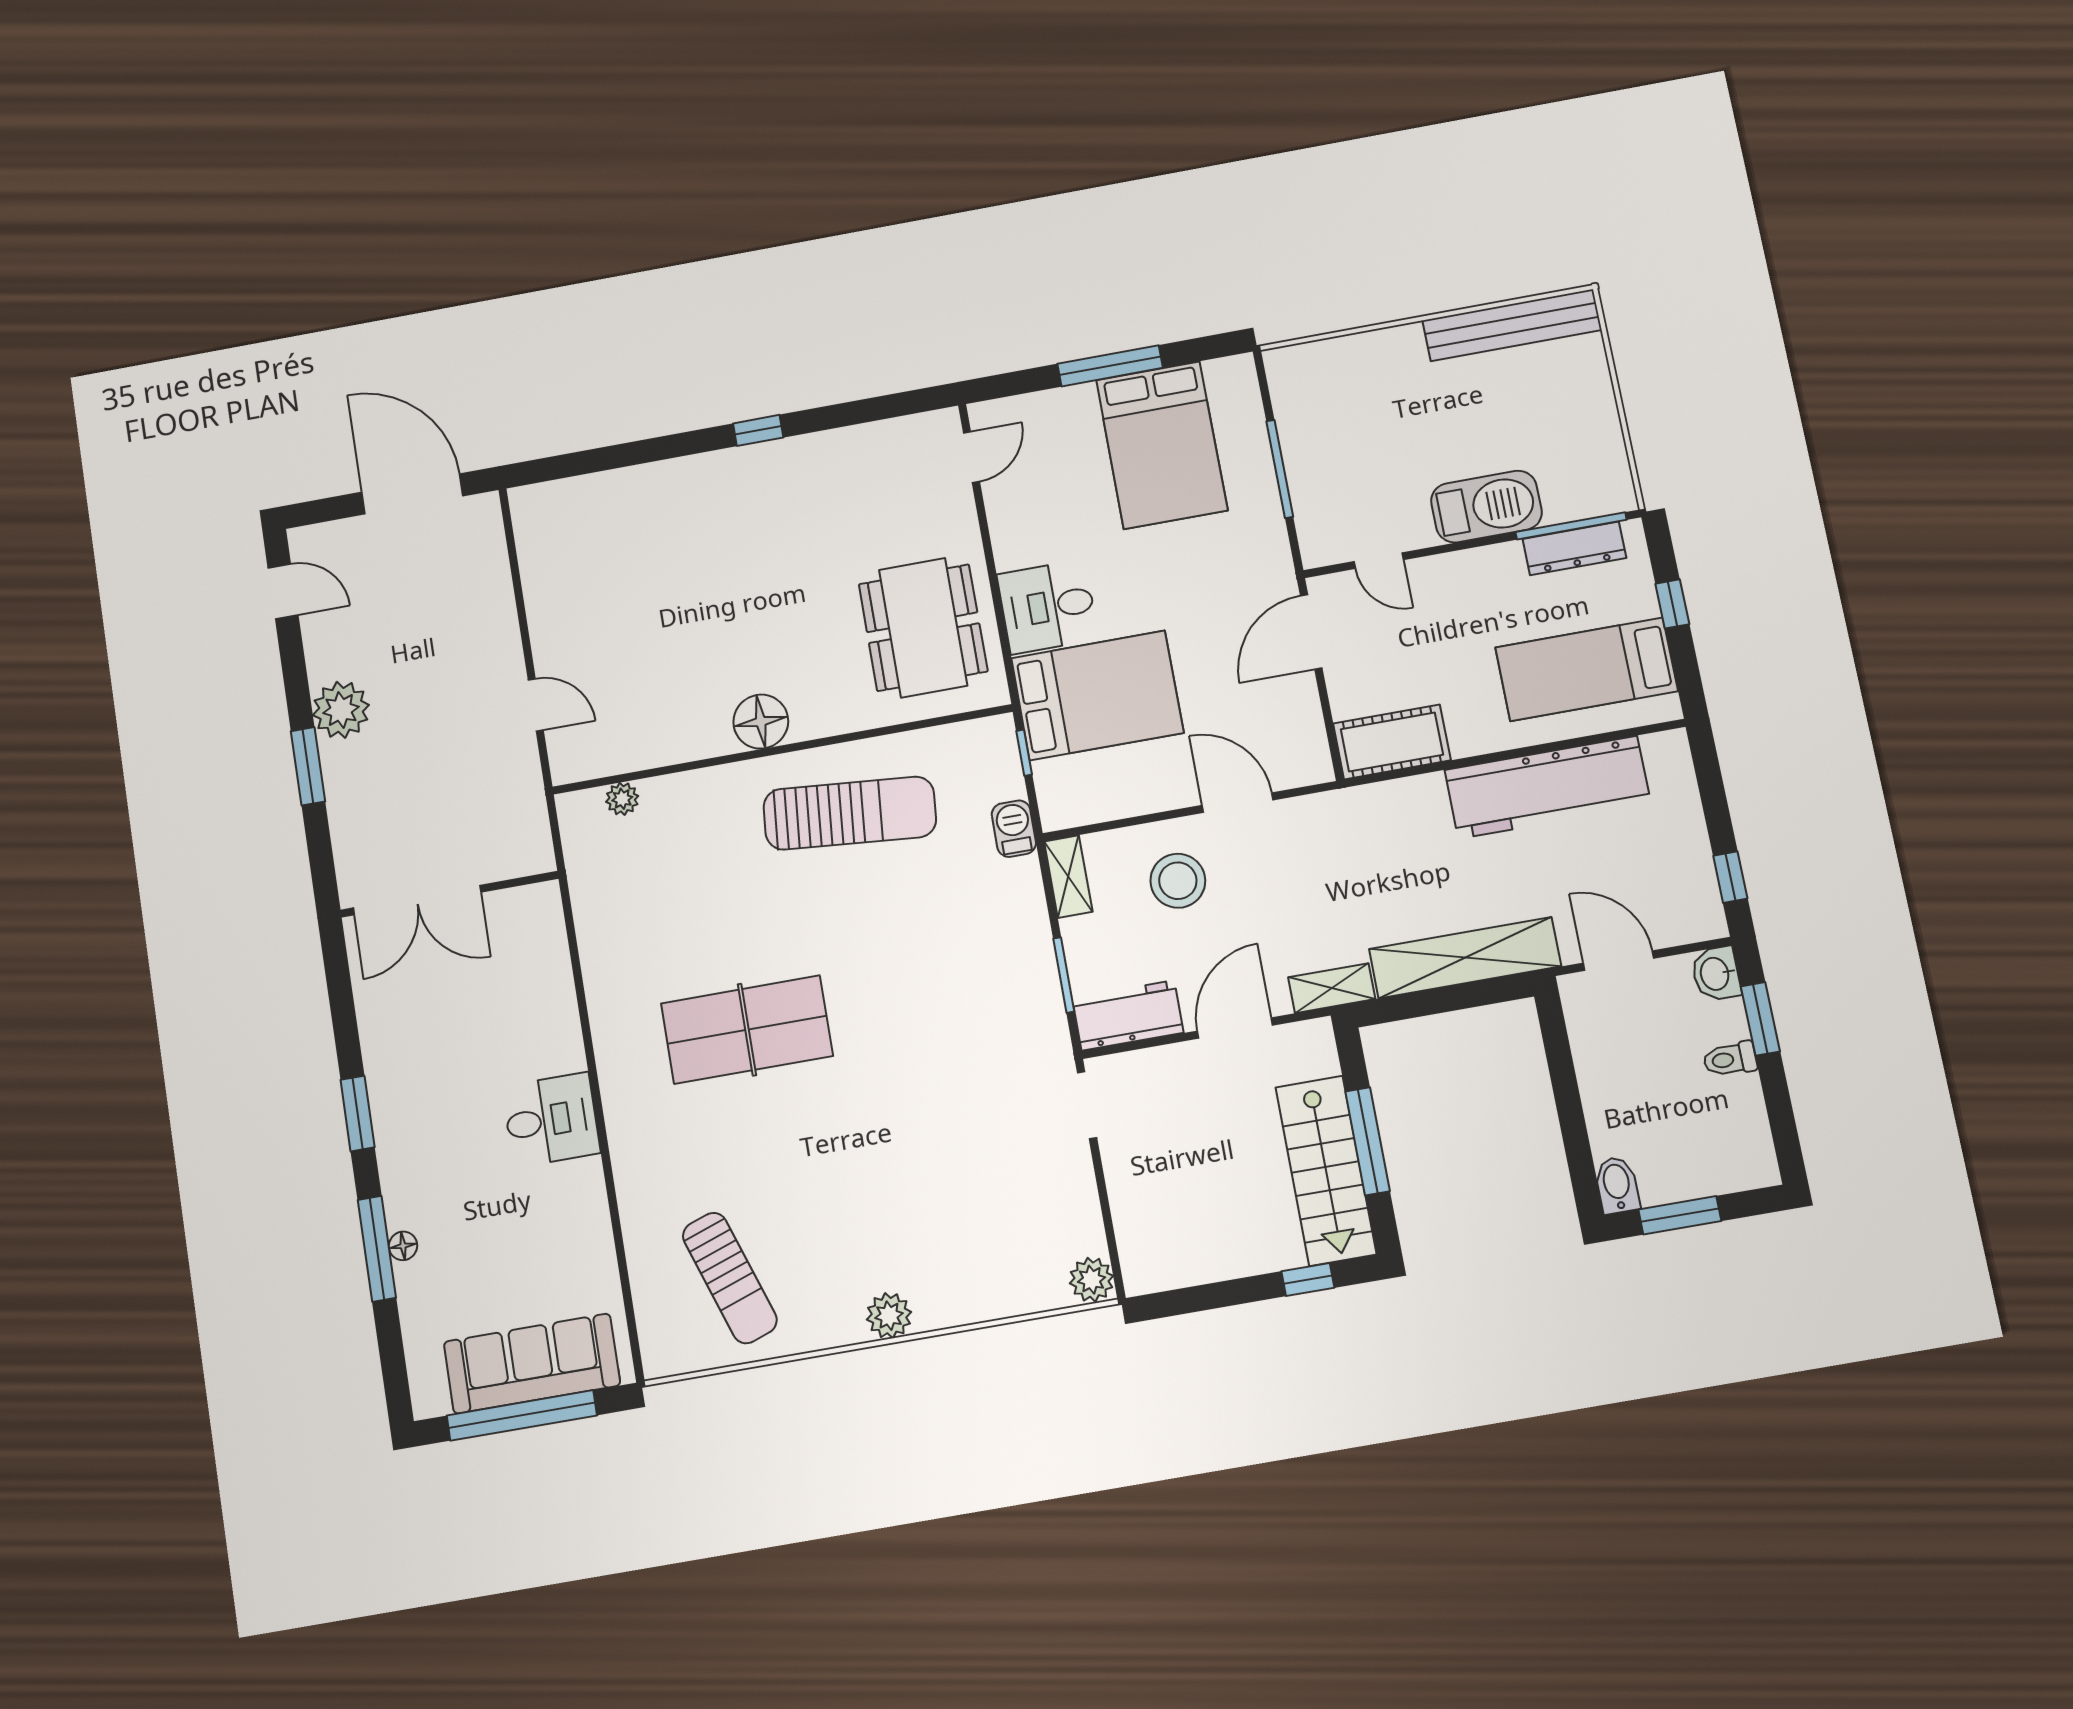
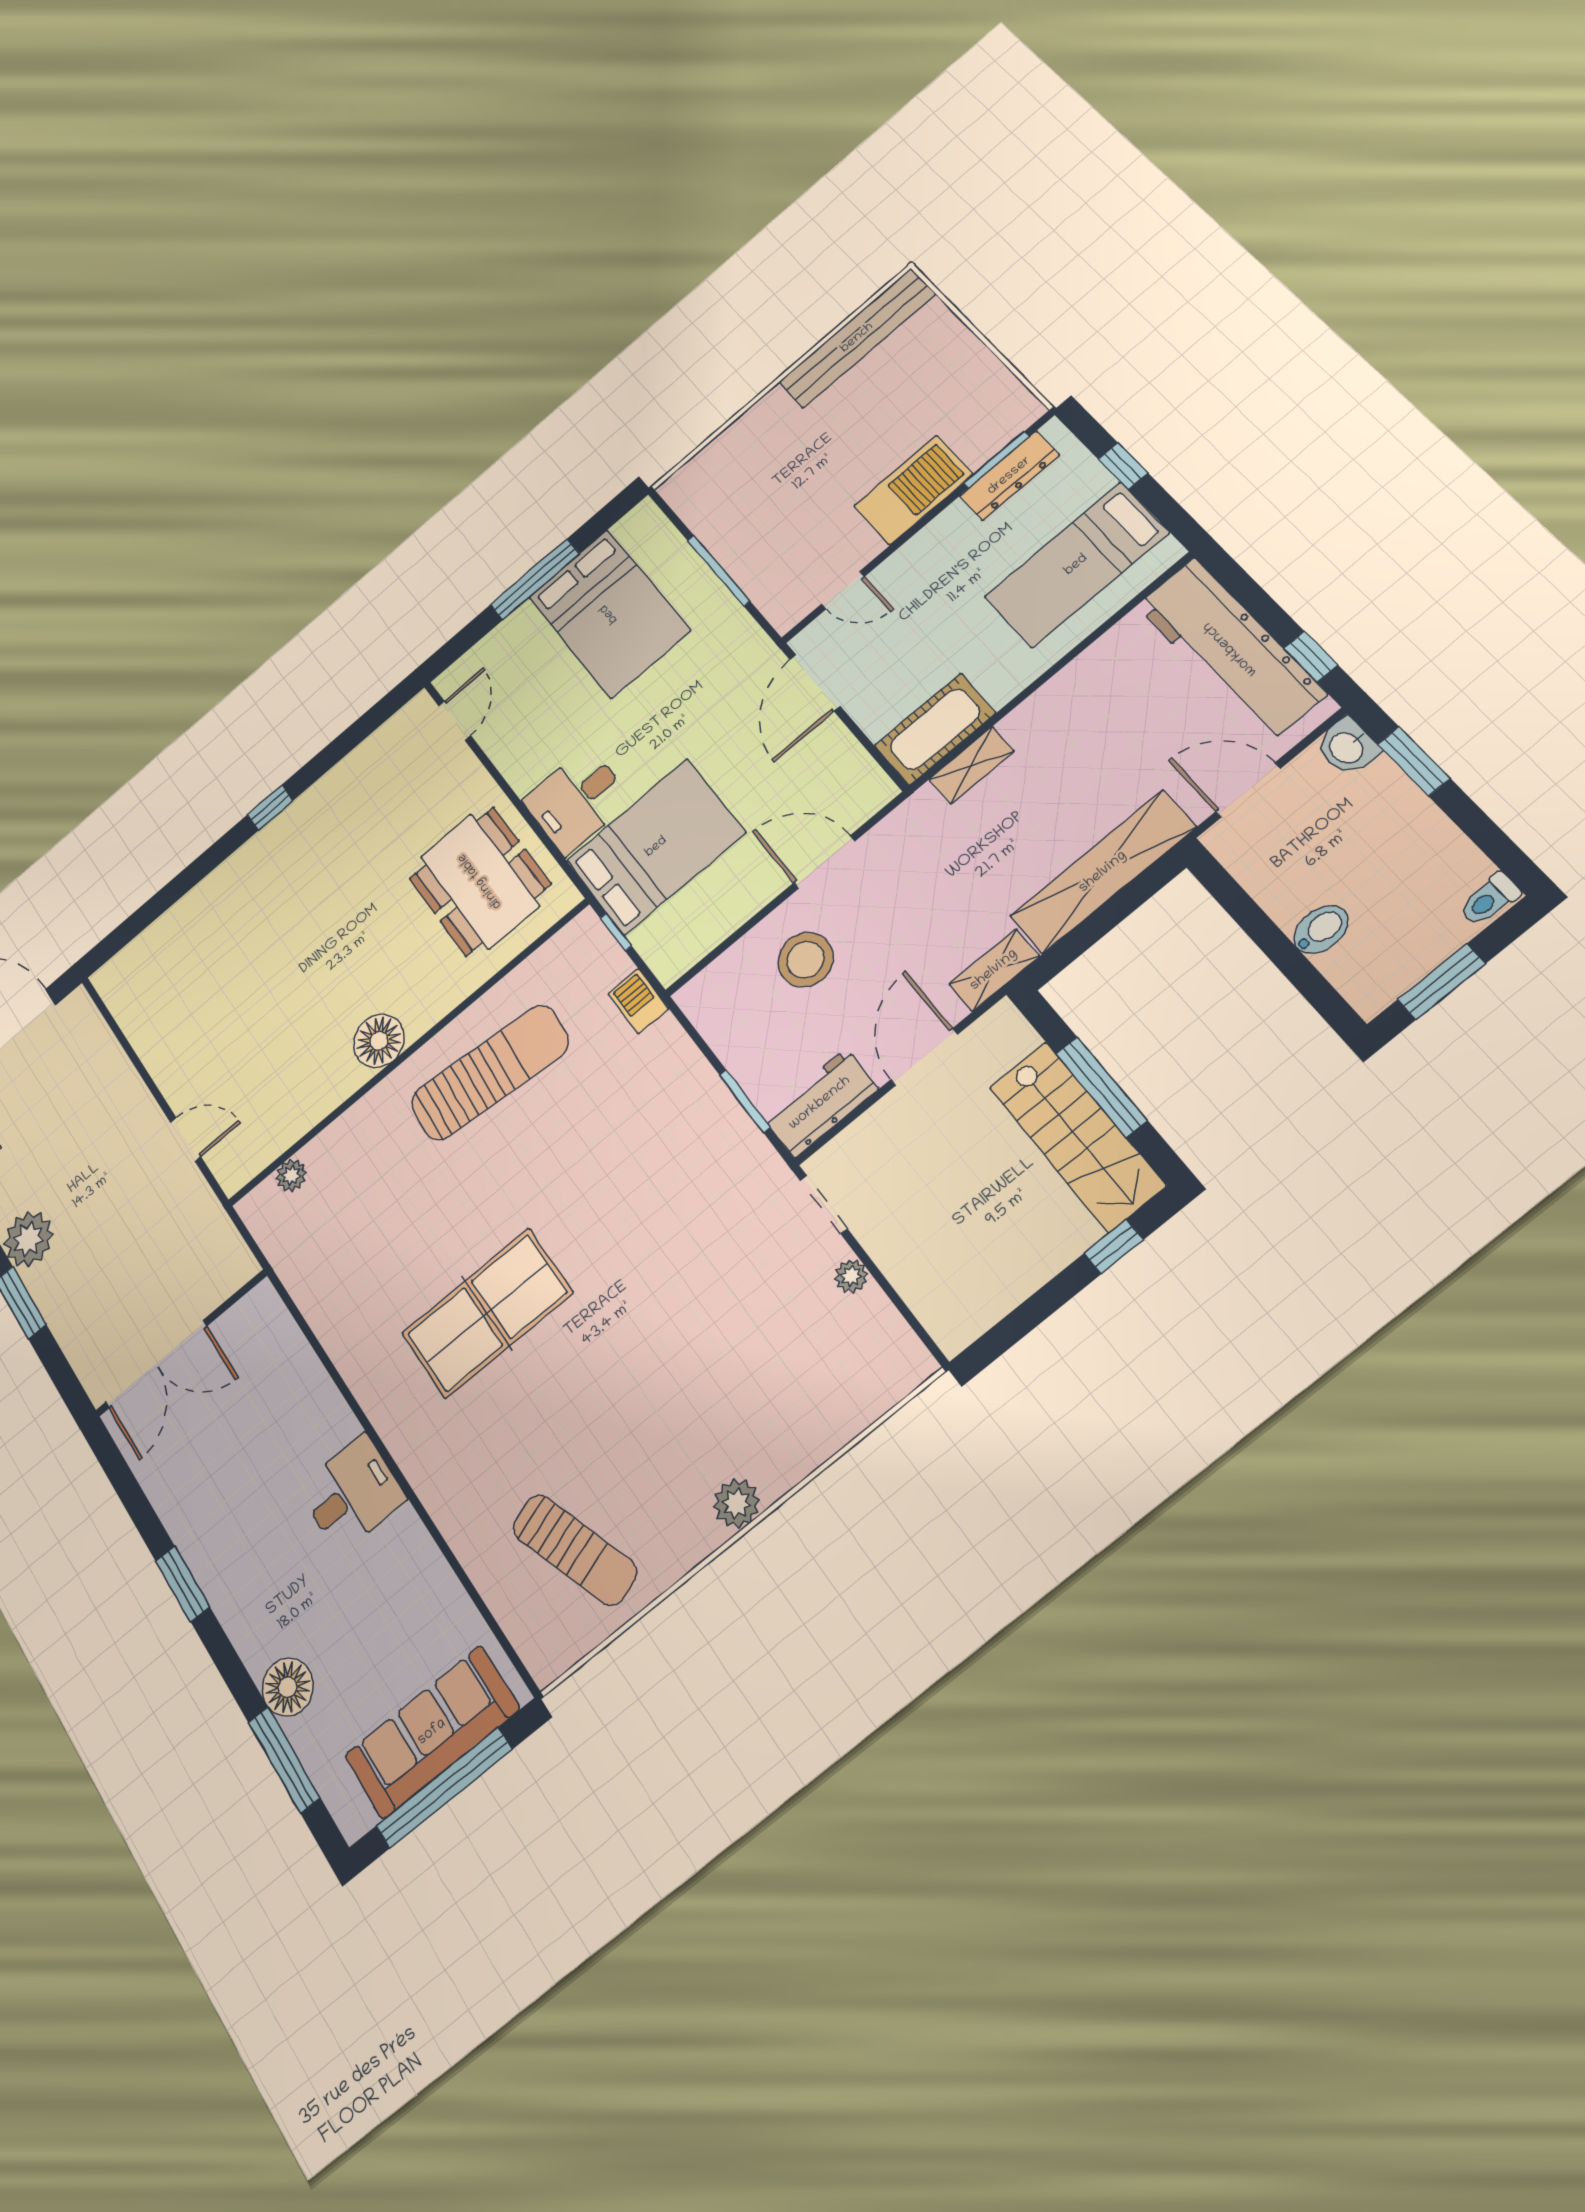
window: (1571, 526) -> (996, 460), width x0.69
workbench: (1548, 787) -> (1230, 649), moved, turned 90
shelving: (1068, 876) -> (972, 765), moved, turned 90
toilet: (1730, 1059) -> (1489, 900), moved
bidet: (1617, 1185) -> (1321, 930), moved, turned 90
floor lamp: (403, 1246) -> (288, 1687), width x1.89, depth x1.89
window: (377, 1249) -> (284, 1760), moved
plant: (1091, 1280) -> (851, 1276), moved, width x0.73, depth x0.73

